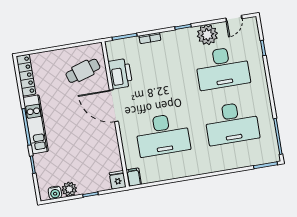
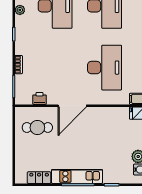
plant: (207, 35) -> (20, 10), width x0.53, depth x0.53
cafe table: (83, 71) -> (37, 128), turned -73
printer: (120, 74) -> (40, 98), width x0.53, depth x0.68
locker: (26, 75) -> (39, 178), width x0.66

